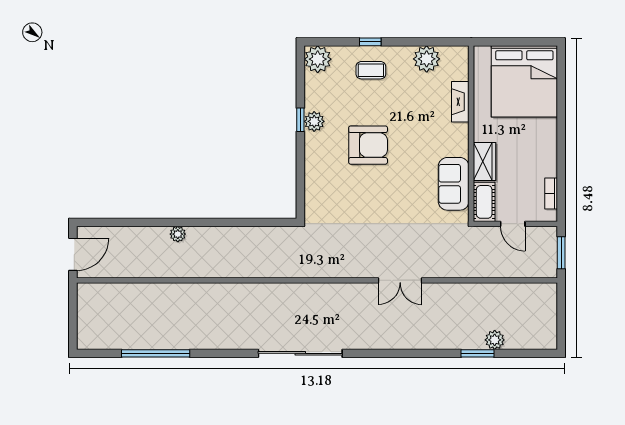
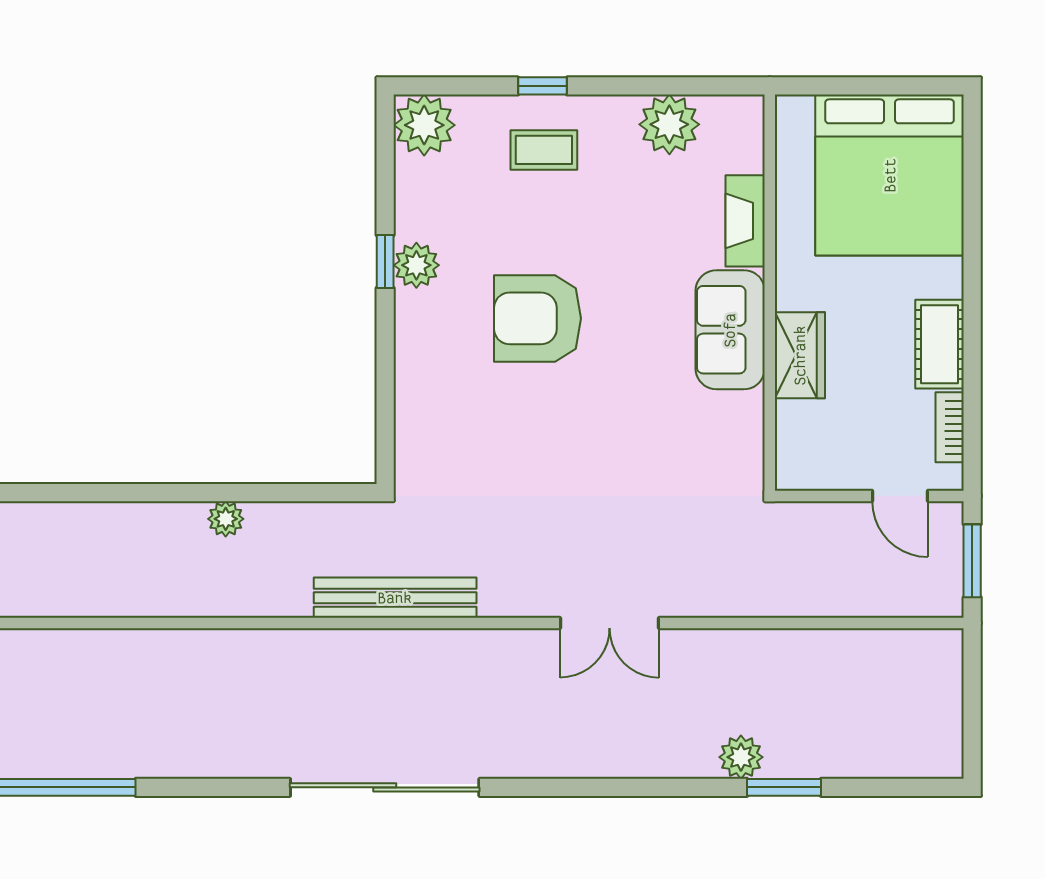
armchair: (368, 145) -> (537, 318), turned 180
sofa: (454, 184) -> (730, 330), moved
cot: (484, 202) -> (940, 344), moved
door: (513, 224) -> (900, 496), moved
plant: (178, 234) -> (226, 519), moved
bench: (305, 269) -> (395, 598), added
plant: (495, 340) -> (741, 757), moved

